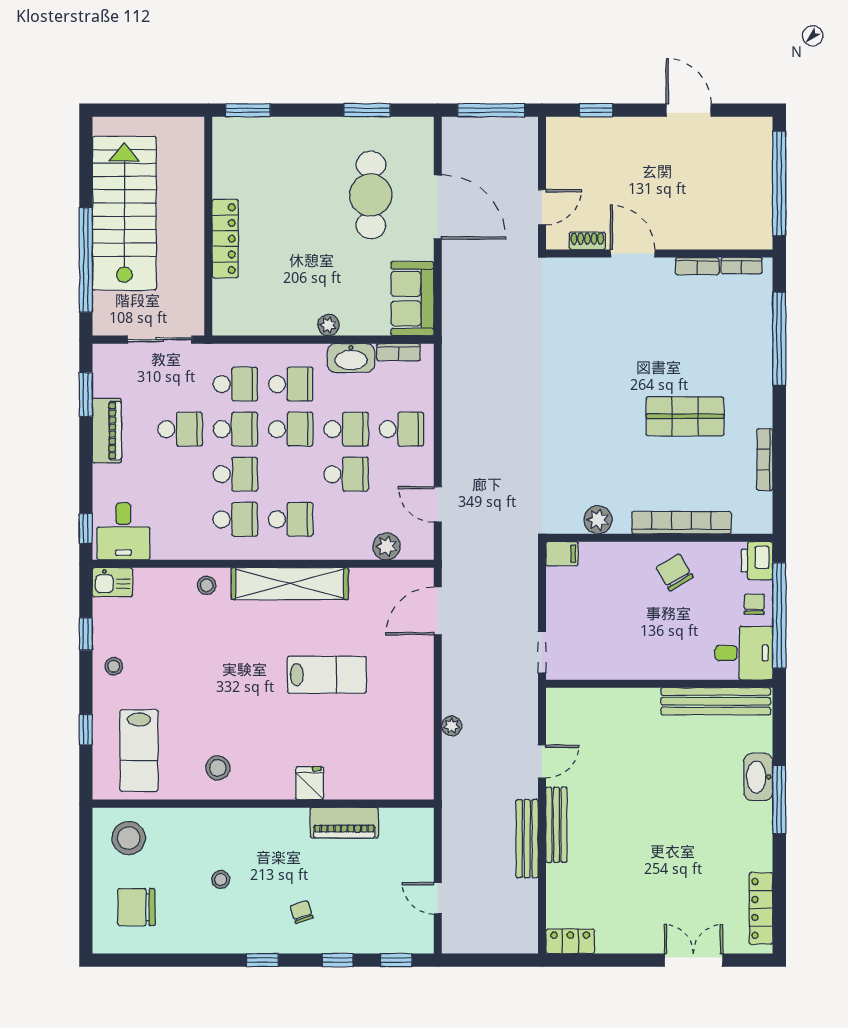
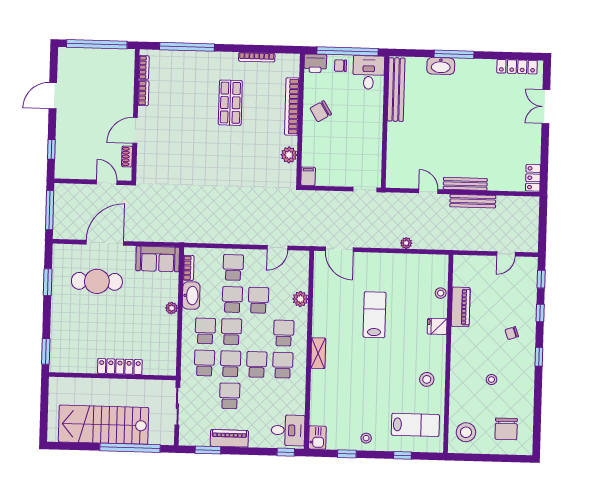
plant: (387, 546) -> (300, 299), moved
shelving: (290, 584) -> (318, 353), width x0.45, depth x0.75
stool: (207, 585) -> (441, 293), moved

